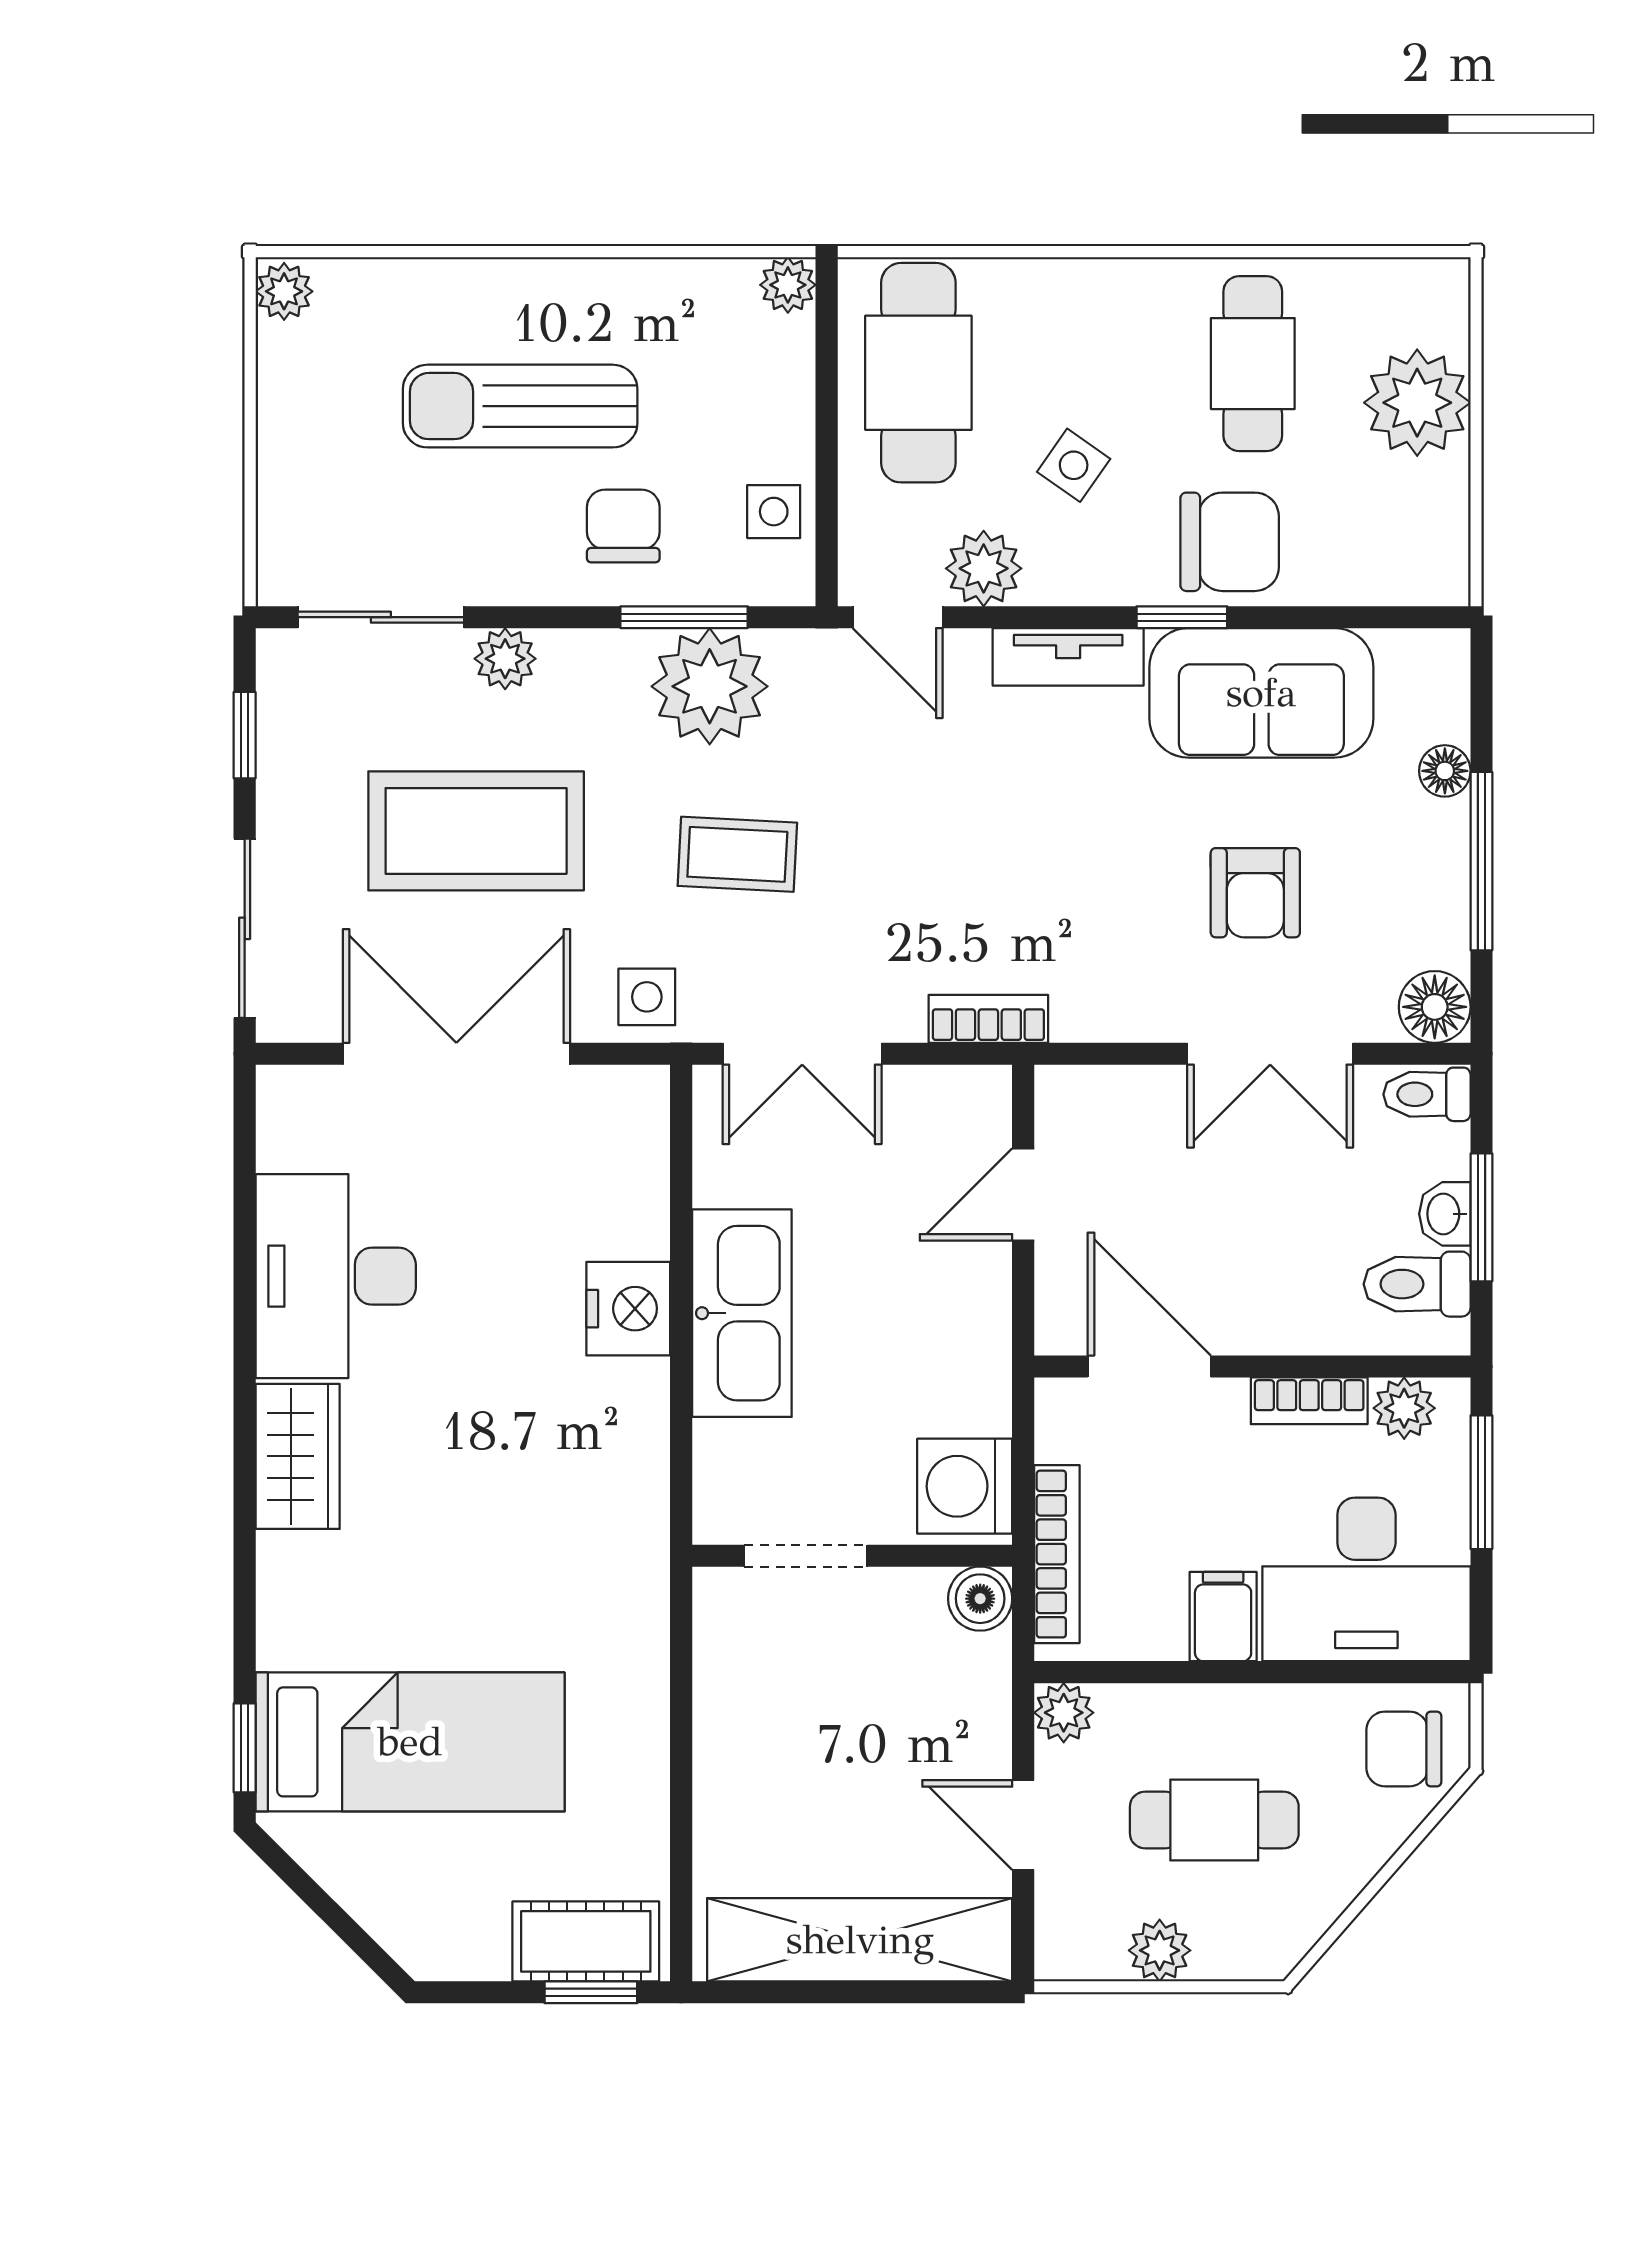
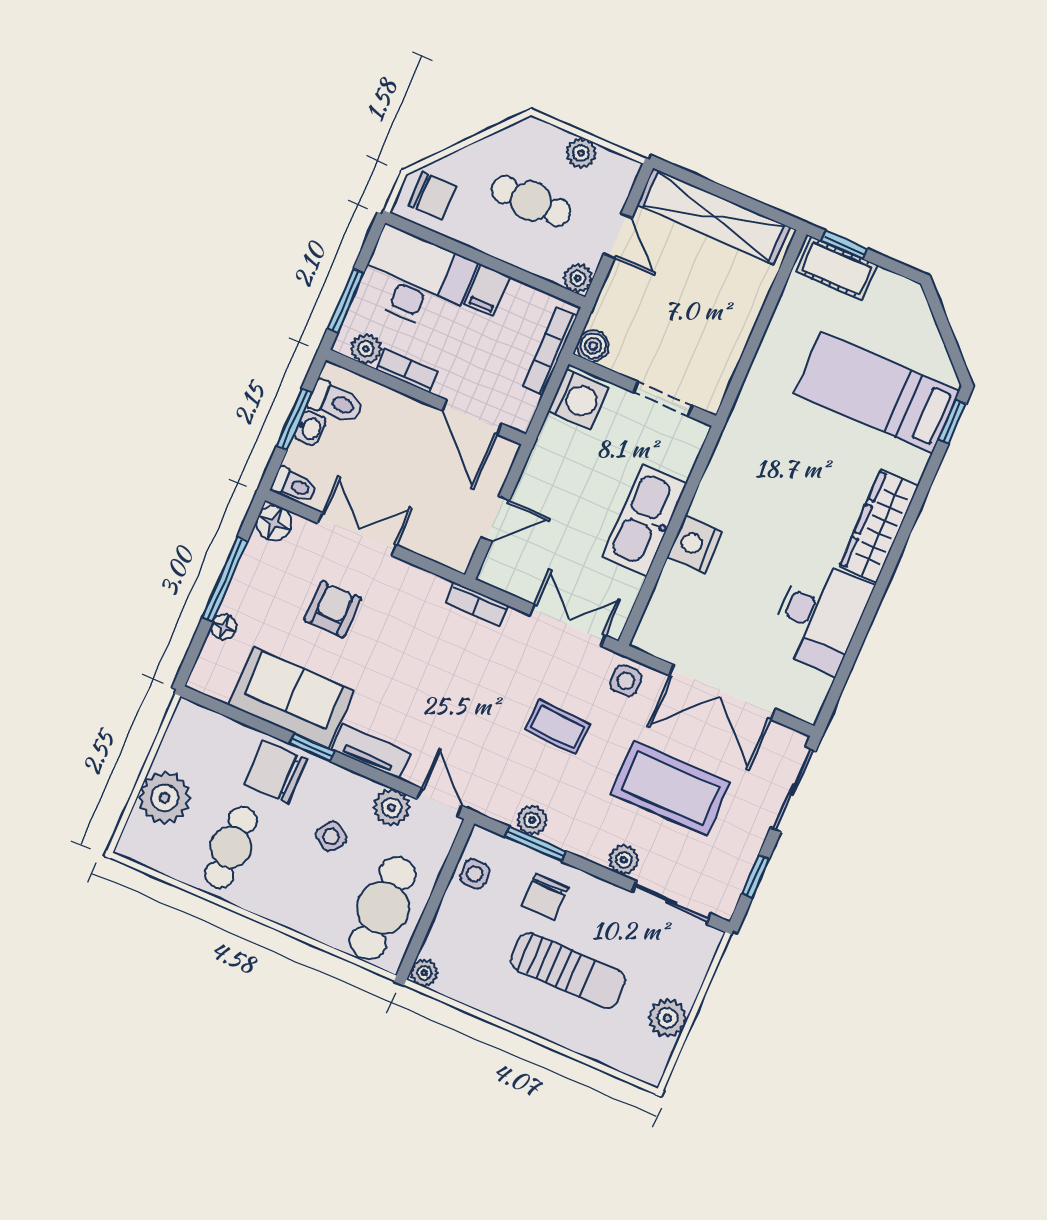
plant: (284, 291) -> (667, 1018), moved, width x1.38, depth x1.38
plant: (710, 686) -> (532, 820), width x0.53, depth x0.53
wardrobe: (298, 1456) -> (879, 526), width x1.50

